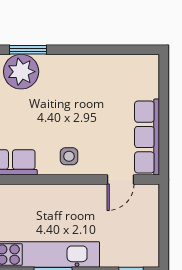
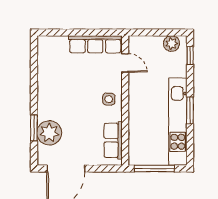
plant: (148, 245) -> (171, 44), added

